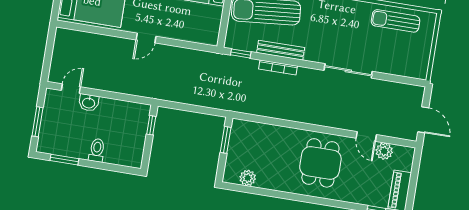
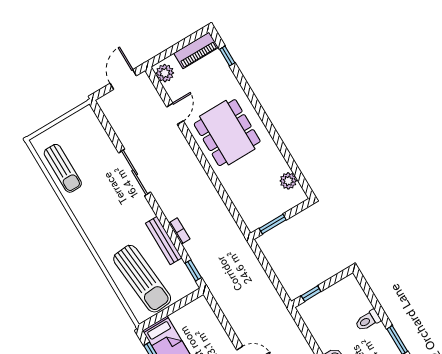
bookcase: (278, 67) -> (179, 231), width x0.64
plant: (384, 151) -> (165, 73), moved
dining table: (320, 163) -> (227, 133), width x1.38

